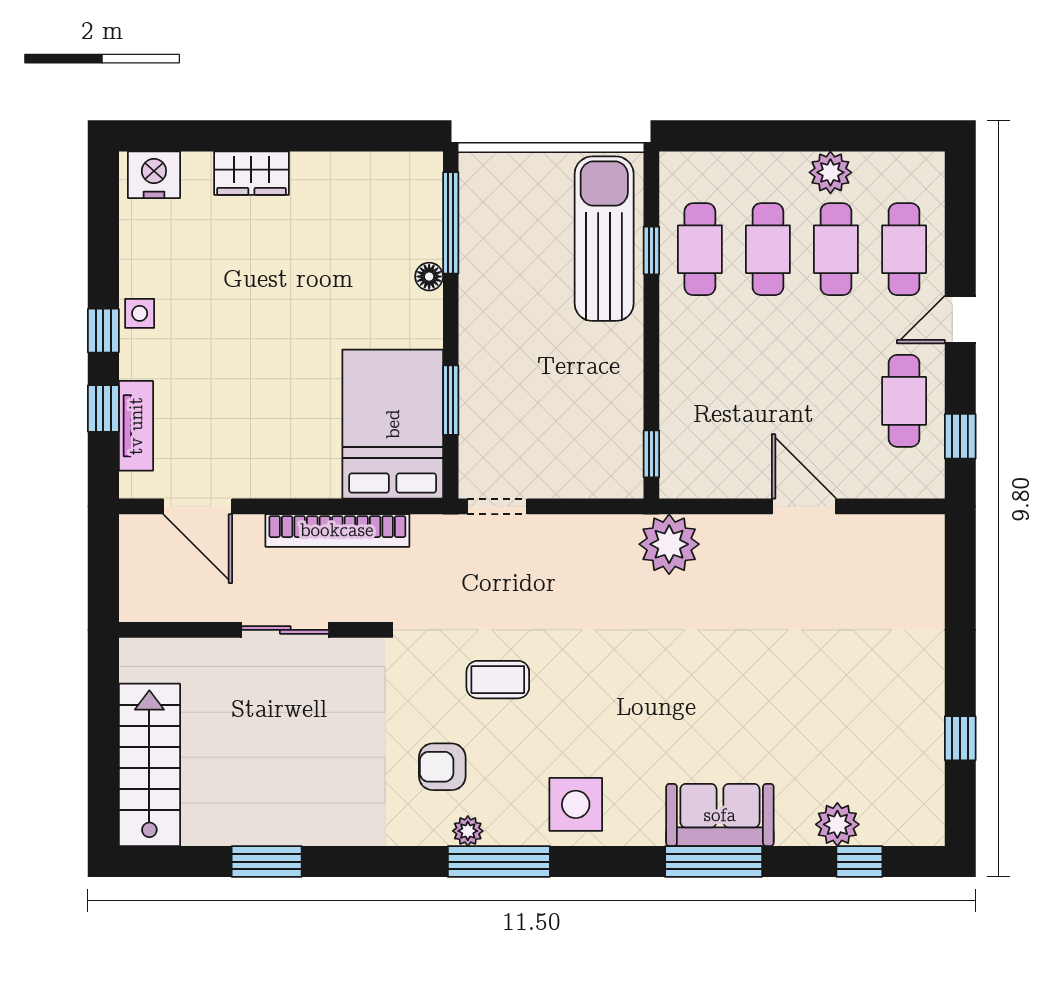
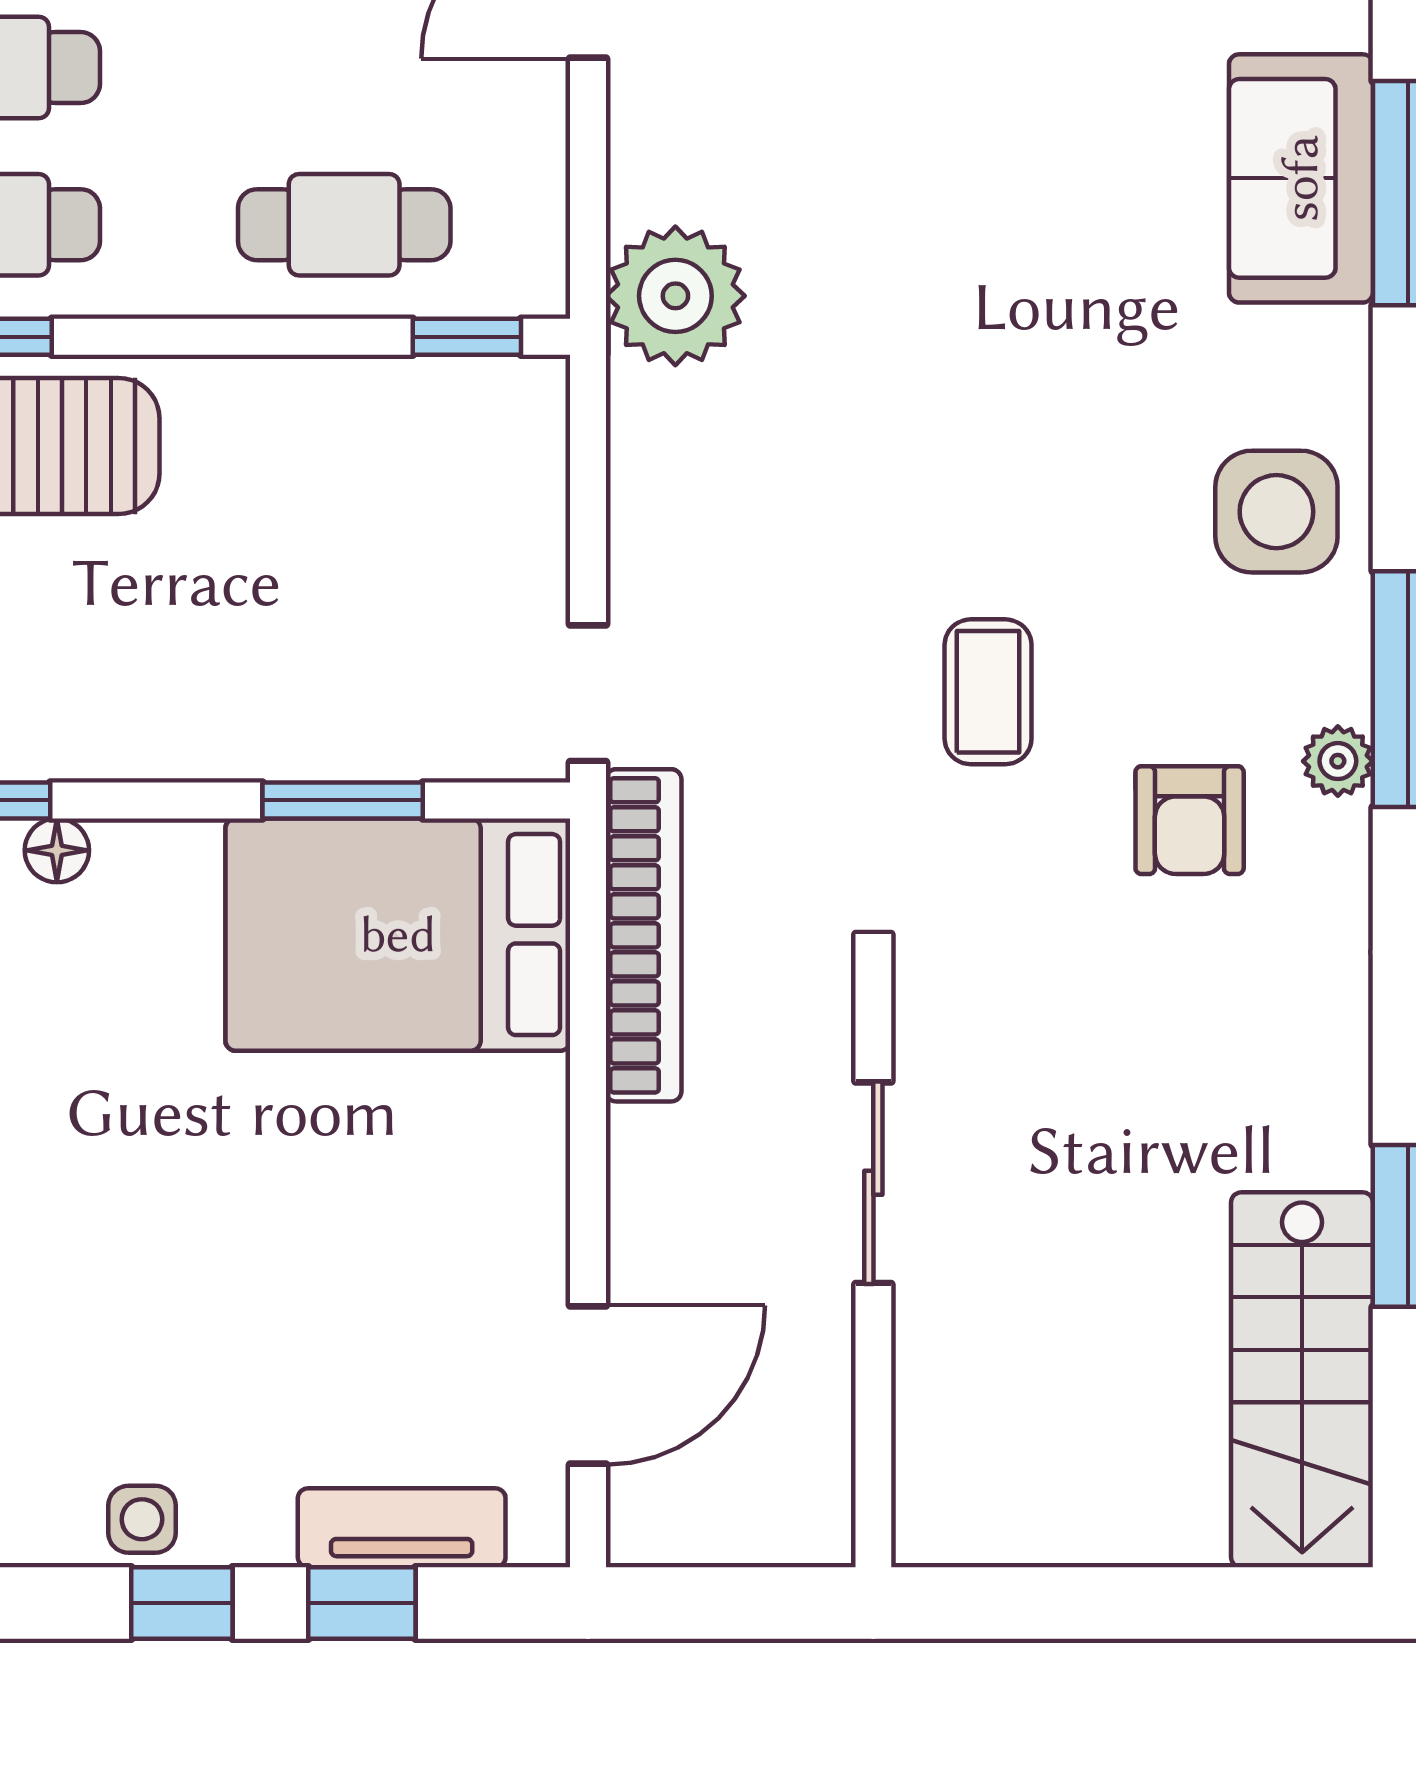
cafe table: (700, 401) -> (344, 225), added
bookcase: (337, 530) -> (644, 935), moved
stairs: (149, 765) -> (1302, 1380), moved, turned -90

